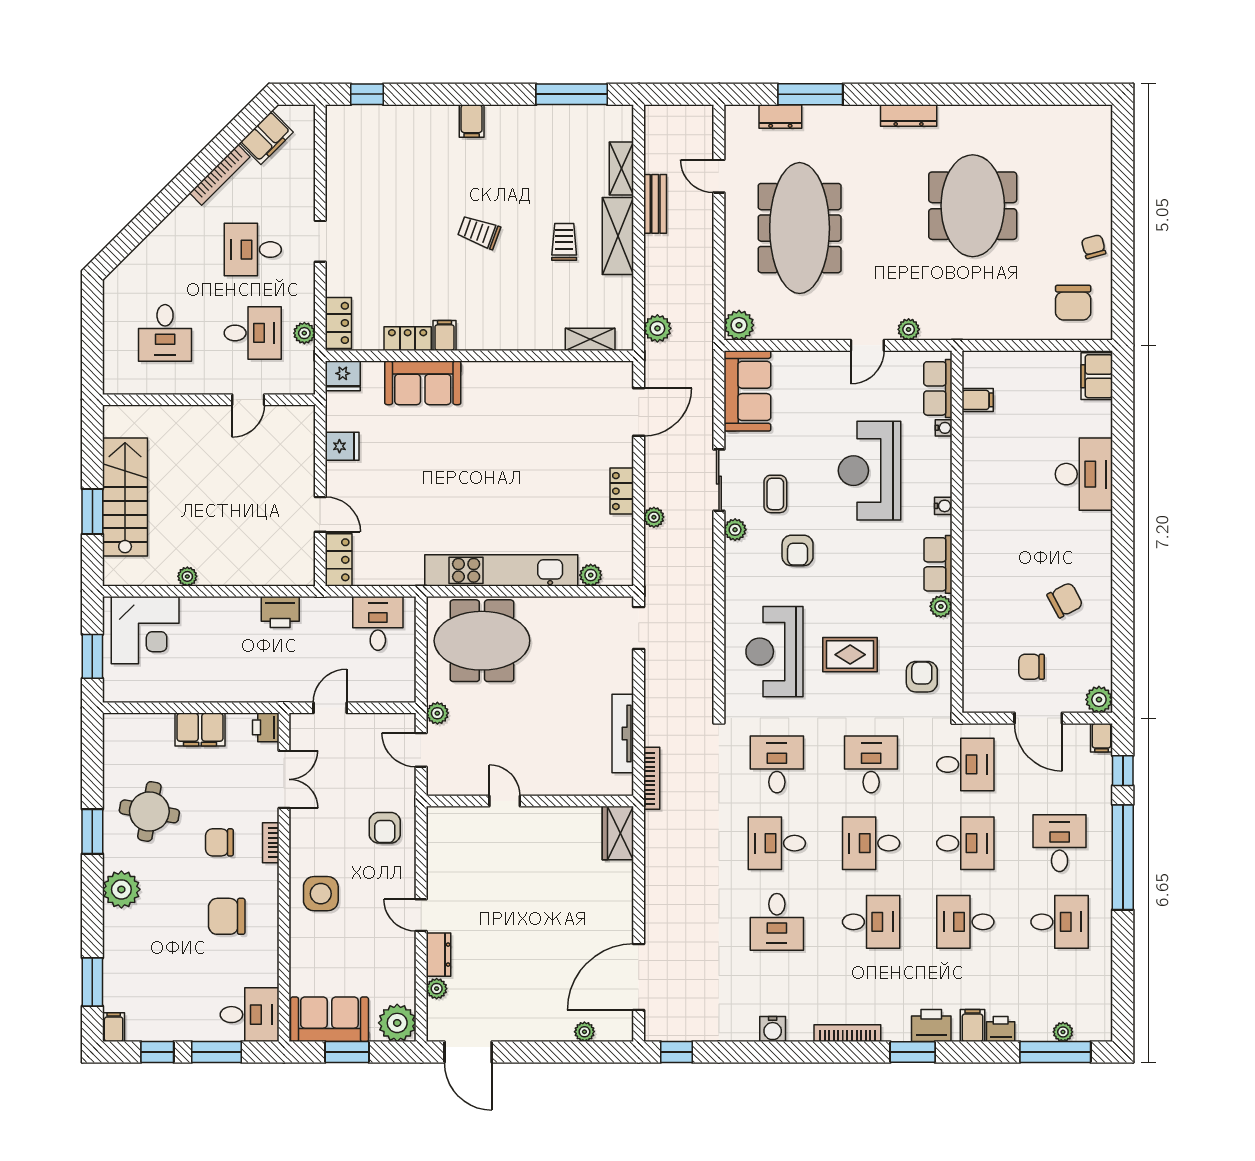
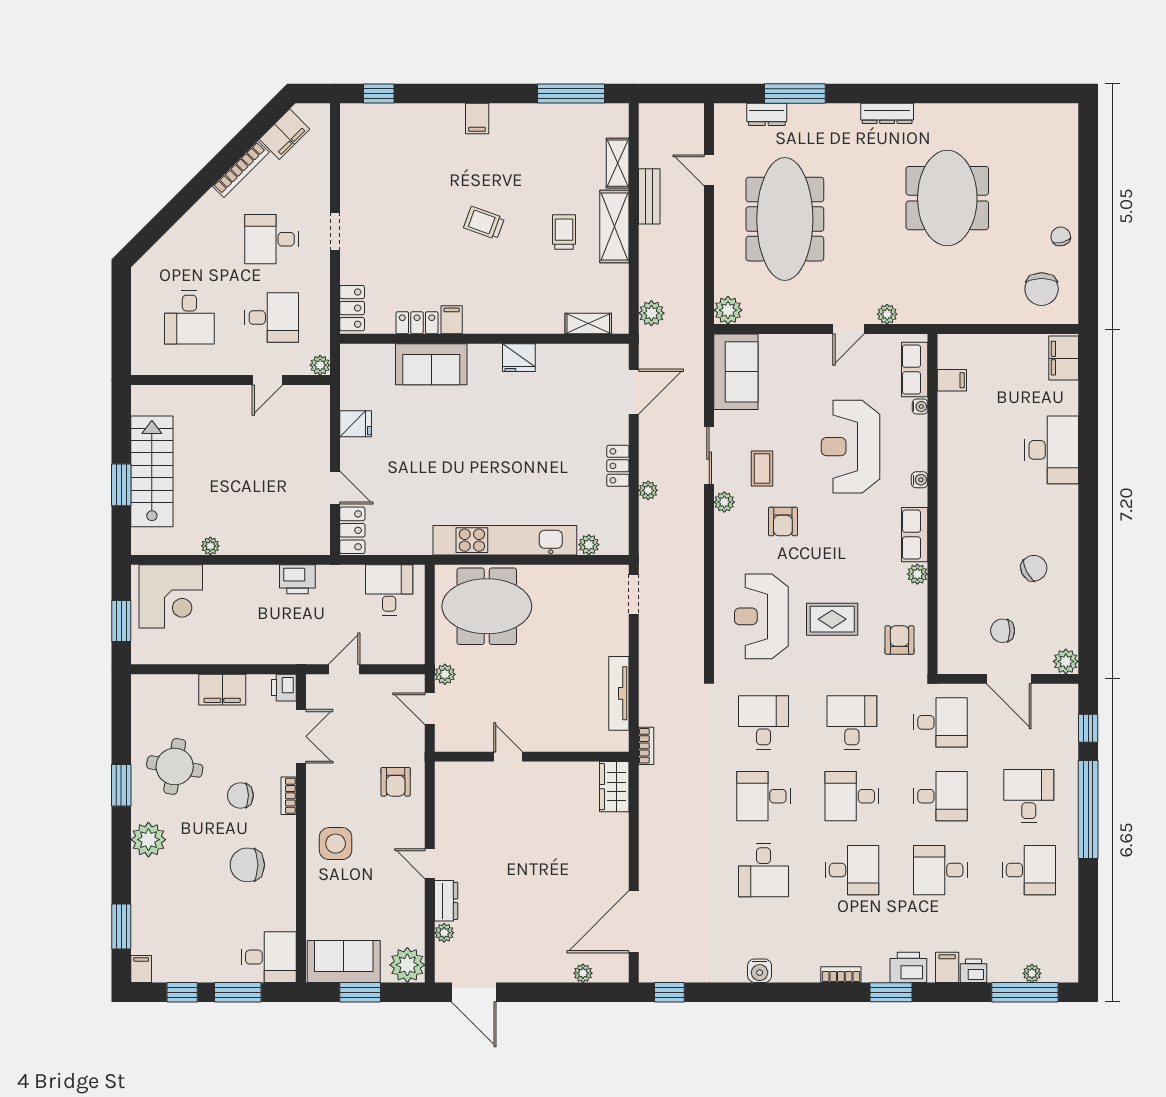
plant: (304, 333) -> (320, 365), moved
fridge: (343, 376) -> (519, 358), moved
filing cabinet: (1102, 738) -> (1068, 697), removed
bookcase: (652, 778) -> (646, 746), width x0.64
bookcase: (847, 1033) -> (841, 975), width x0.64

